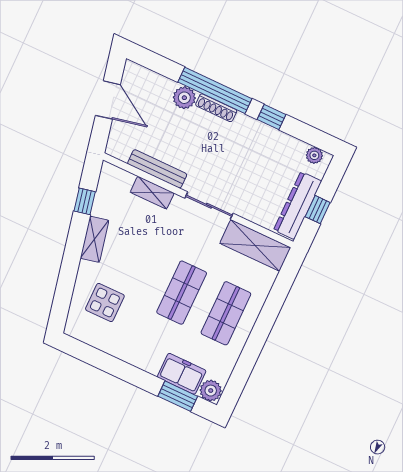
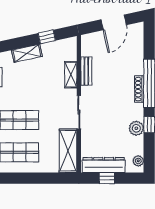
plant: (184, 98) -> (136, 128), moved
bench: (157, 169) -> (86, 71), width x0.73

